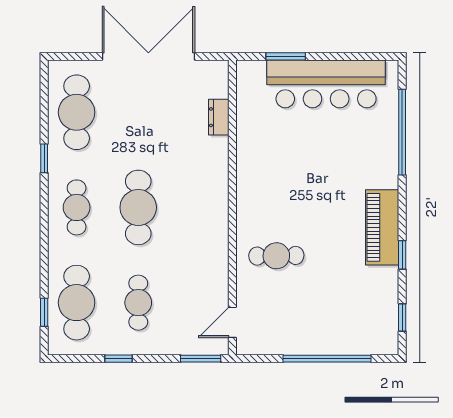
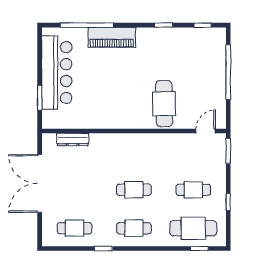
cafe table: (77, 112) -> (75, 228), width x0.73, depth x0.74
dresser: (219, 117) -> (73, 139), width x1.44
cafe table: (138, 207) -> (134, 190), width x0.73, depth x0.74
piano: (382, 227) -> (112, 38), moved
cafe table: (276, 256) -> (164, 104), width x1.37, depth x1.35
door: (232, 322) -> (206, 131), swing flipped

